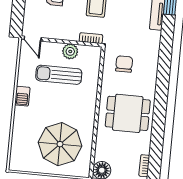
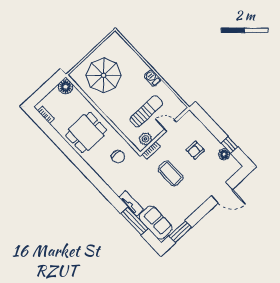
door: (33, 39) -> (170, 126), moved
plant: (70, 51) -> (145, 139), moved

